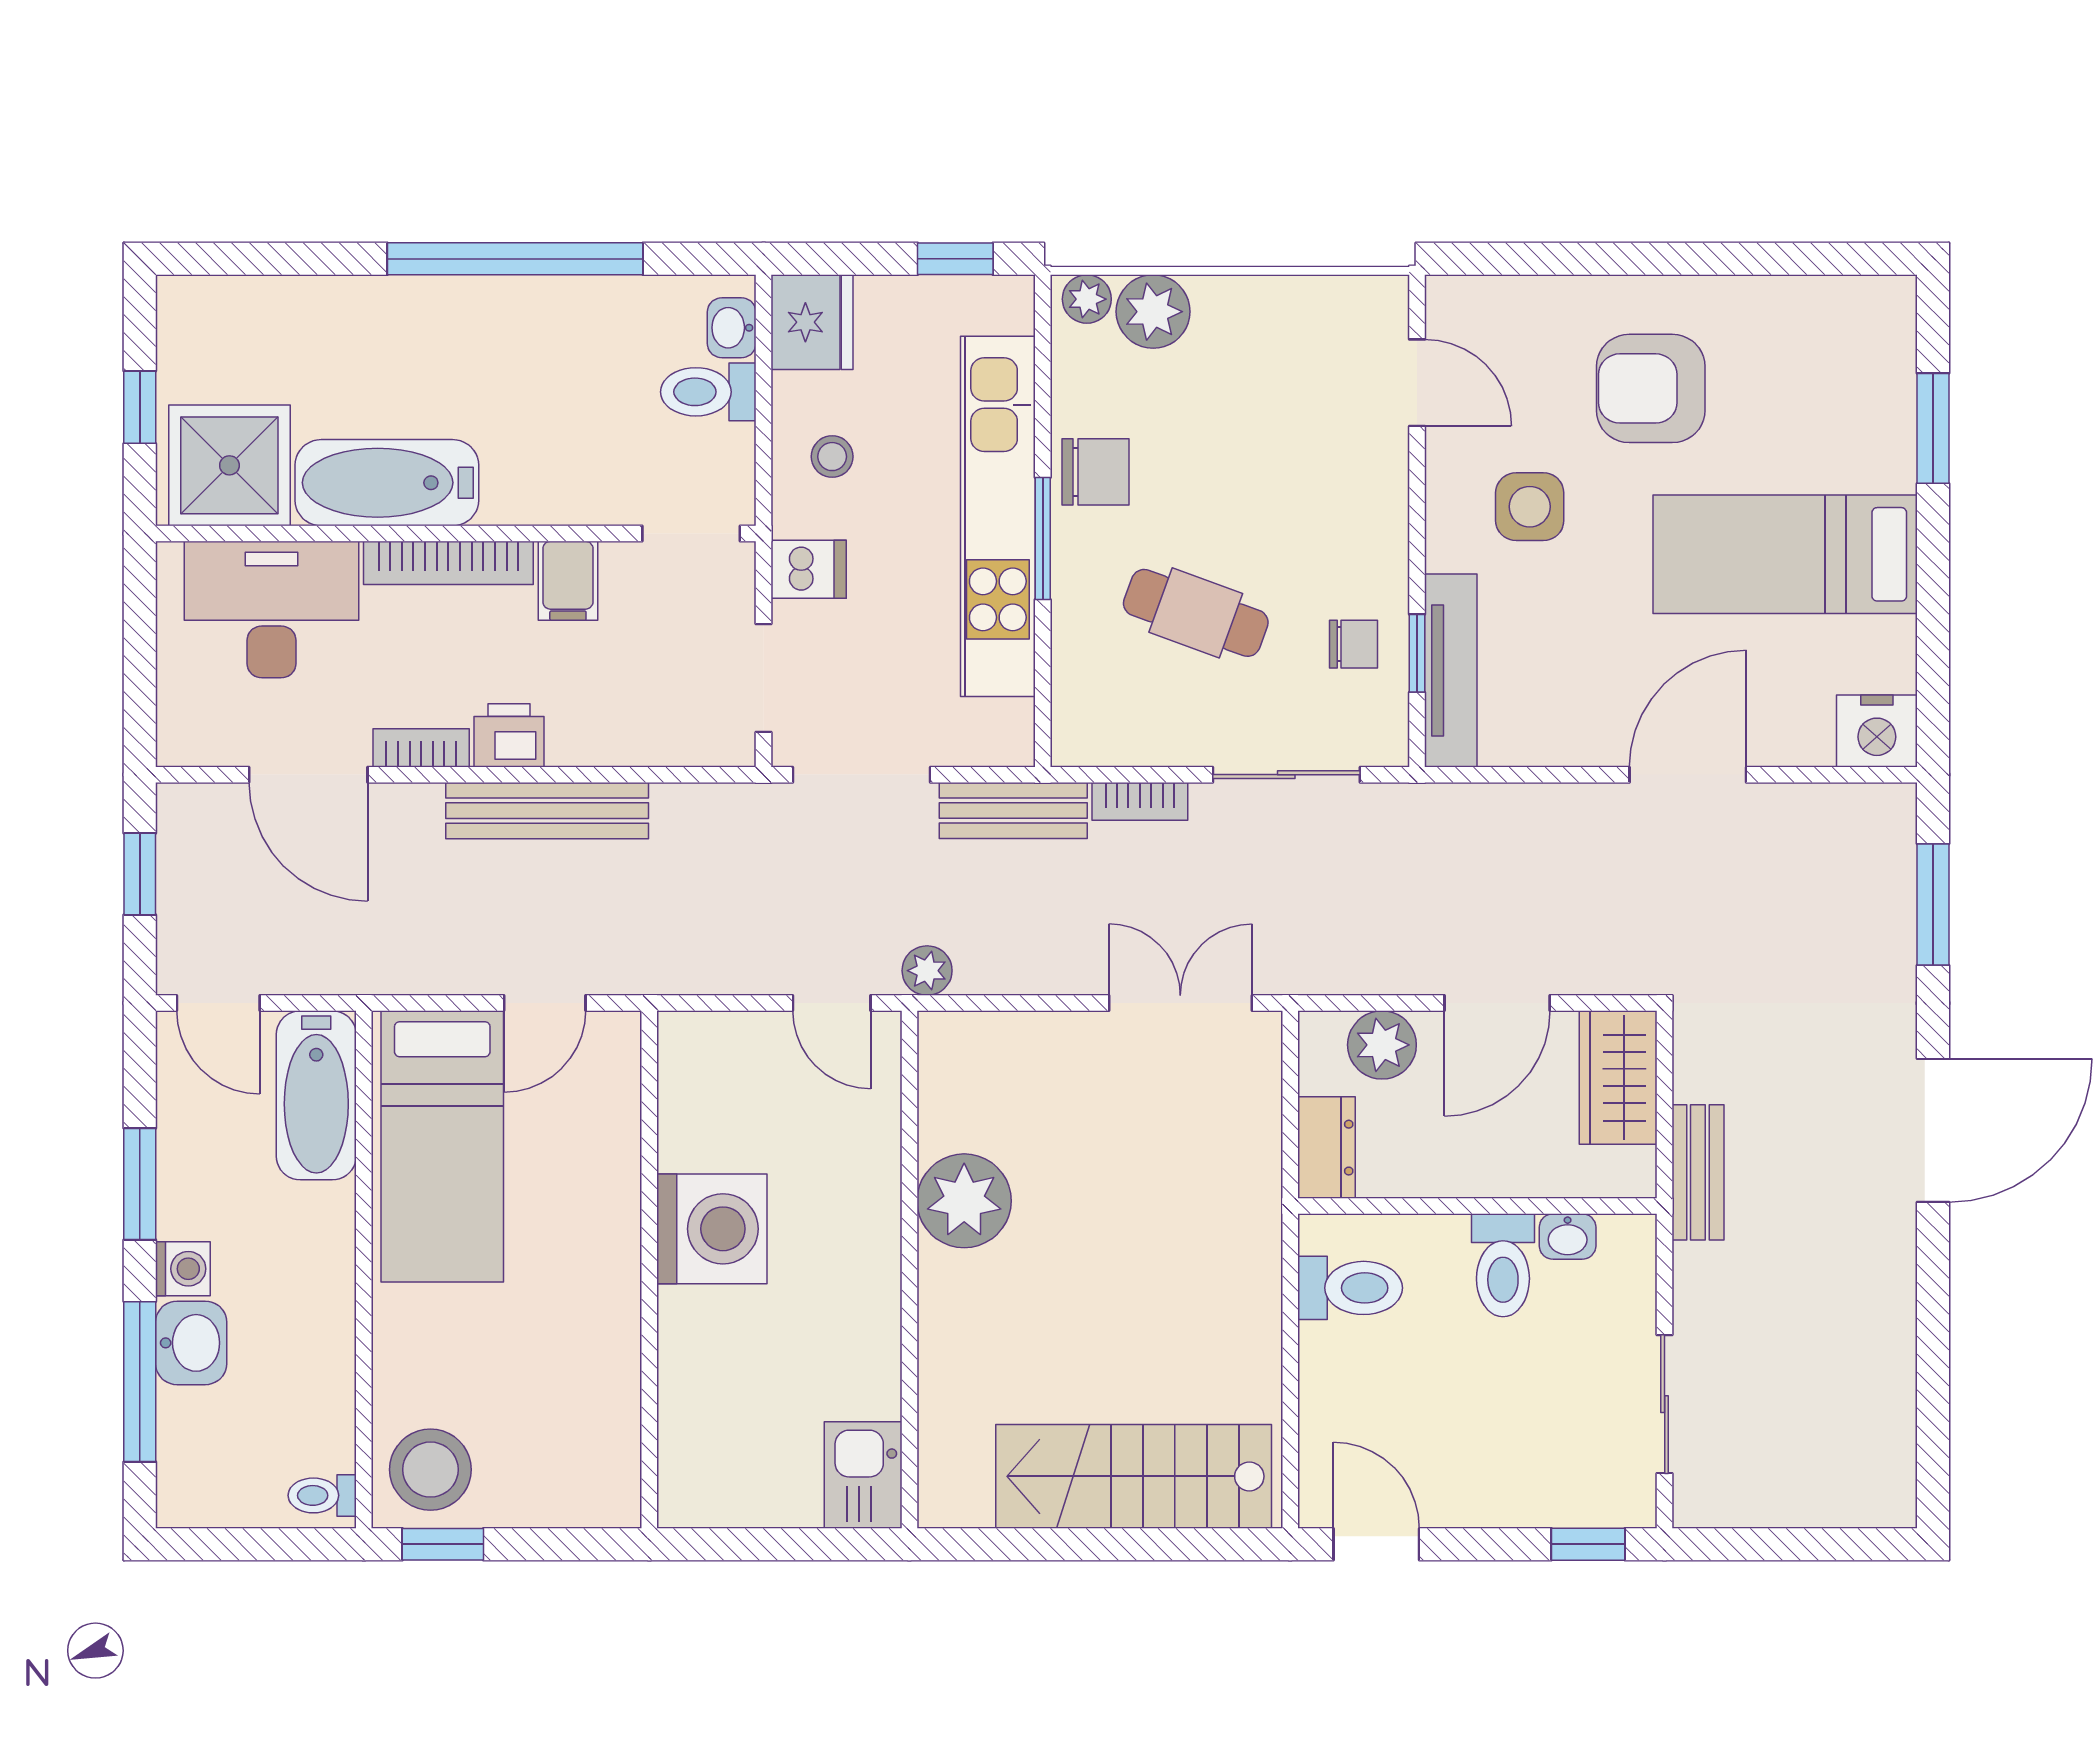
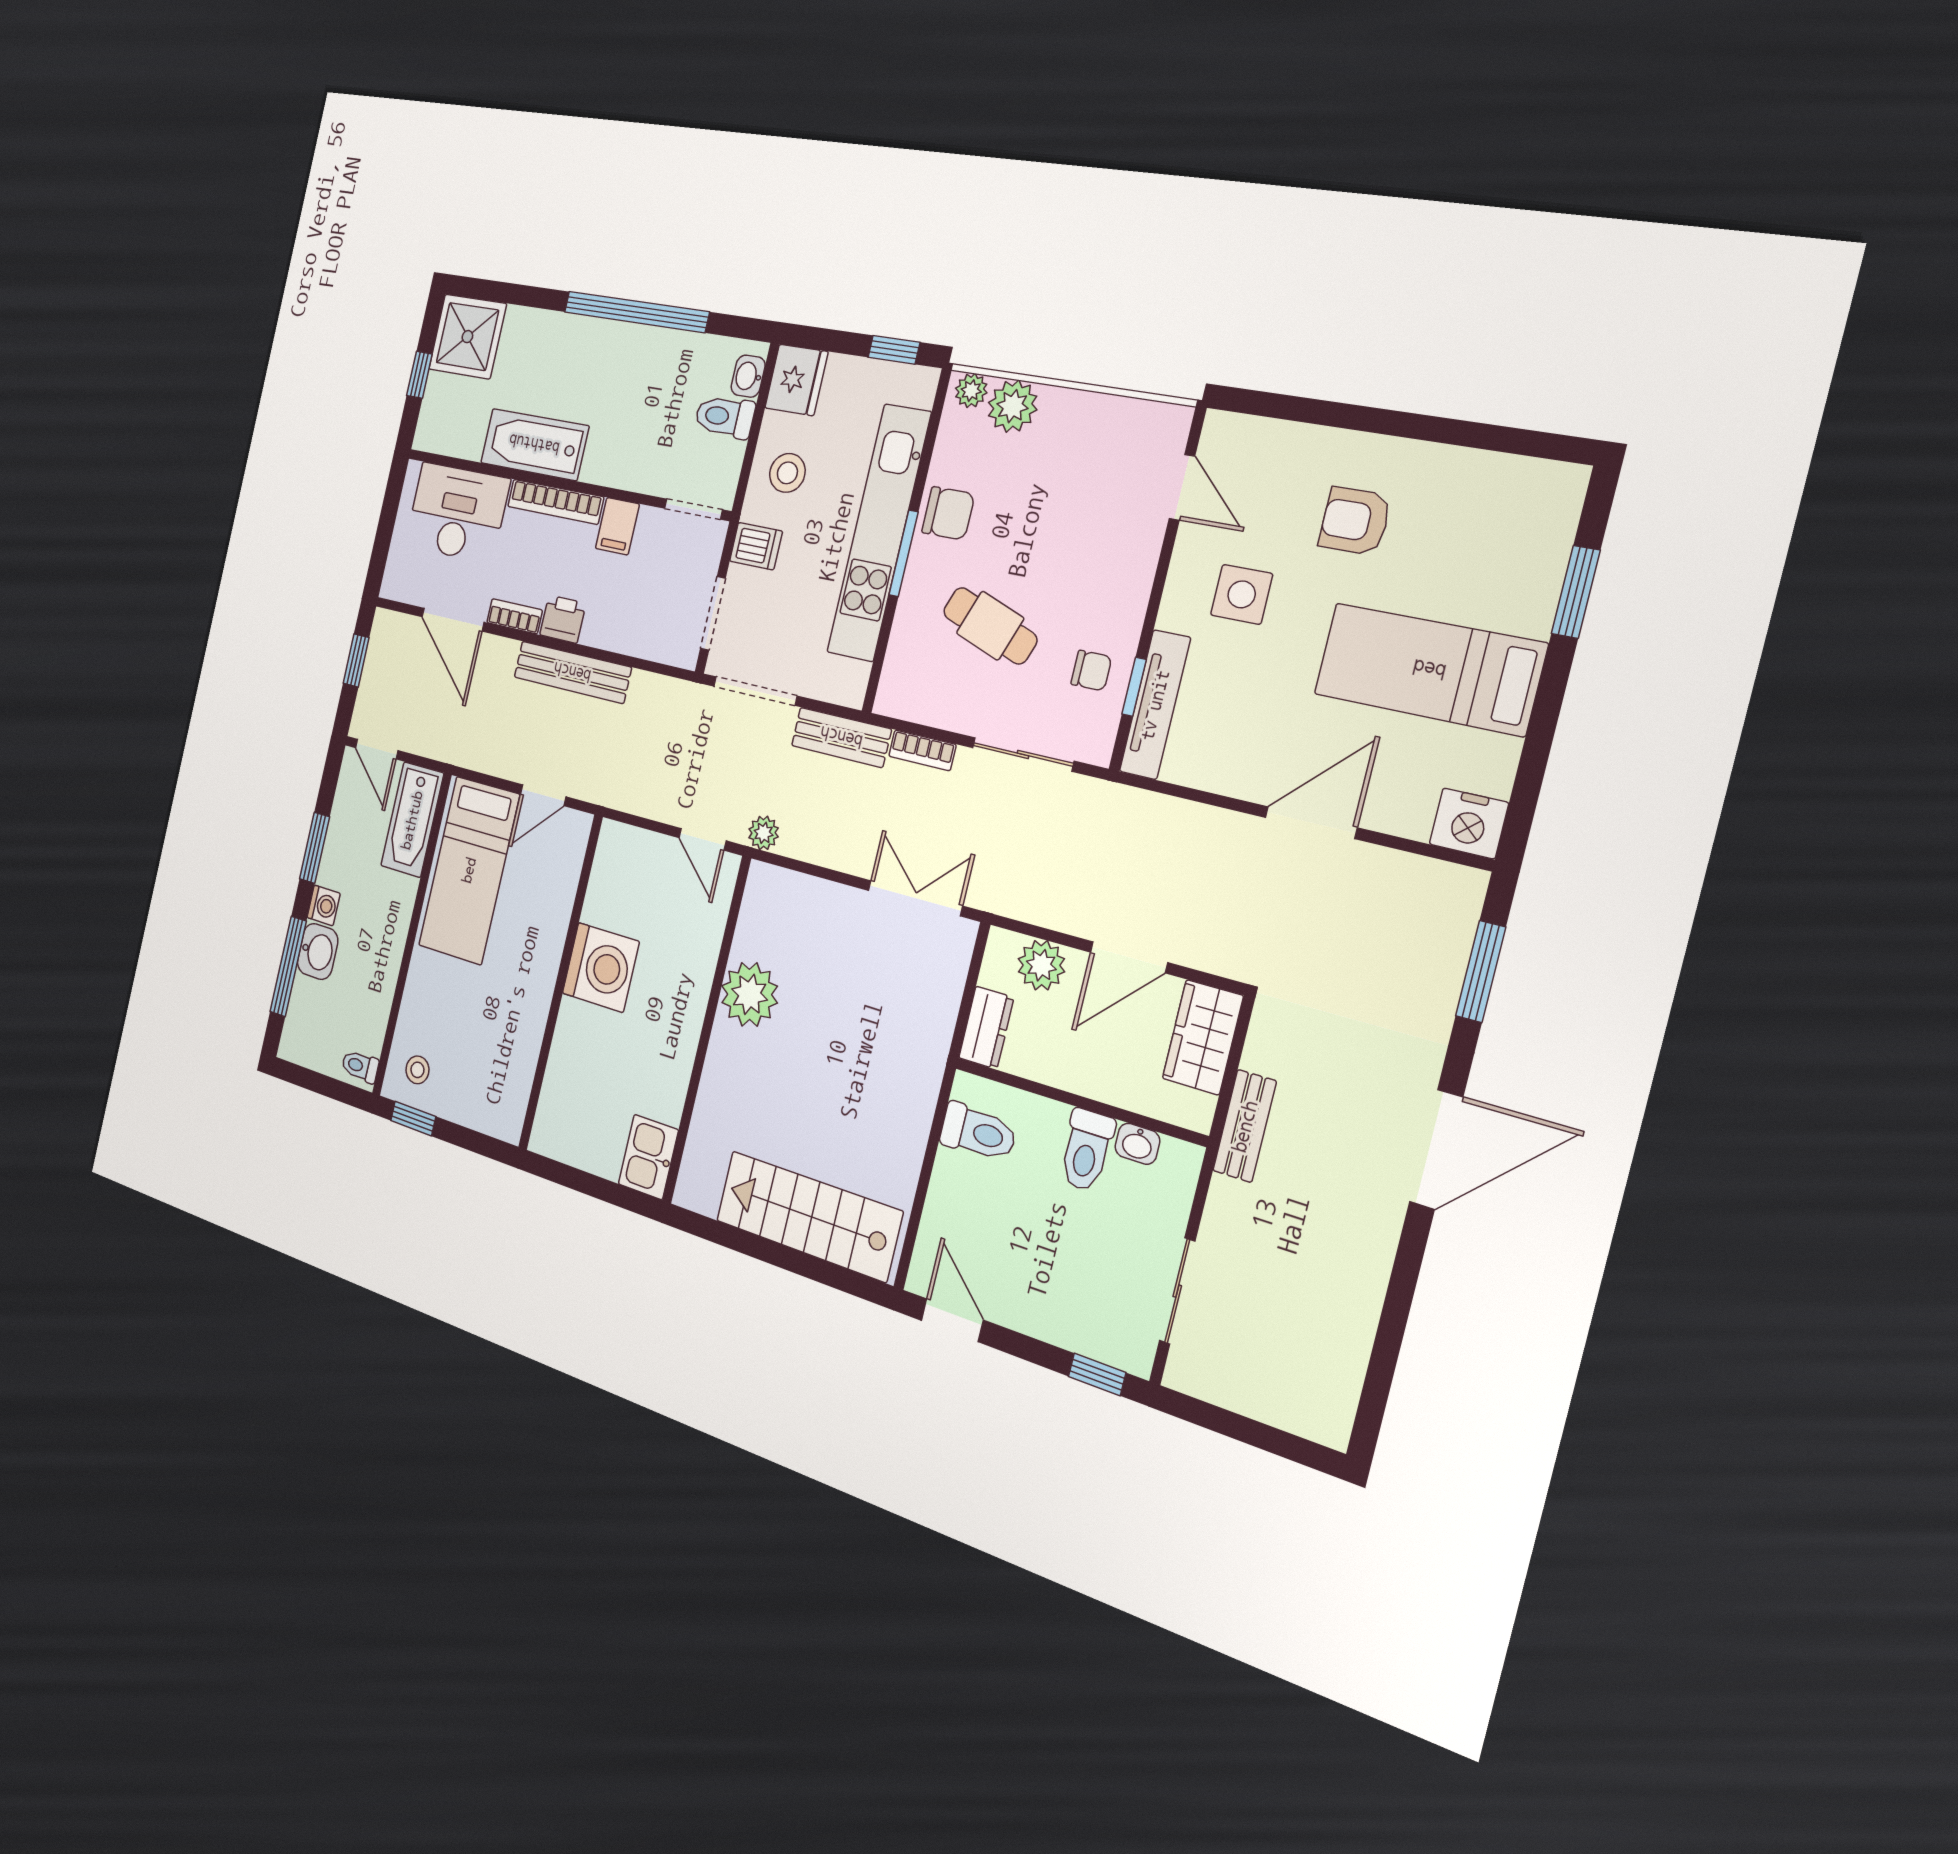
armchair: (1651, 388) -> (1355, 521), width x0.72, depth x0.72
stool: (832, 457) -> (787, 473), width x1.37, depth x1.37
shower: (229, 465) -> (467, 337), moved
stool: (430, 1470) -> (417, 1070), width x0.53, depth x0.53

